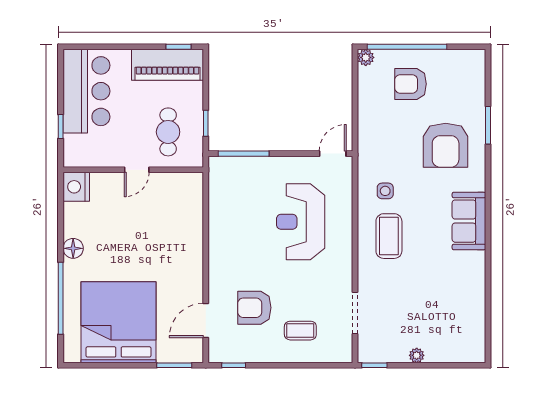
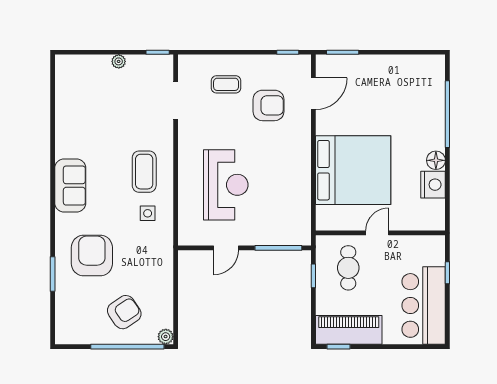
armchair: (411, 84) -> (124, 312), turned -34
door: (333, 154) -> (226, 248), moved
nightstand: (76, 187) -> (433, 185), moved
bed: (118, 322) -> (353, 170), moved, turned -90

